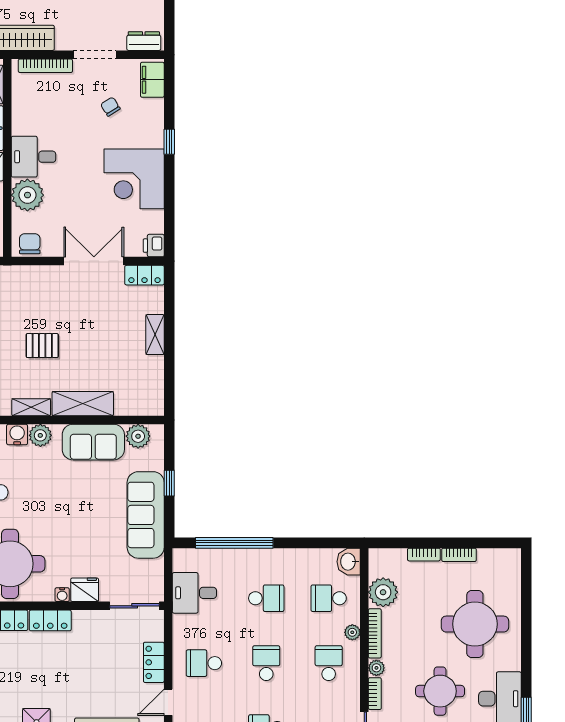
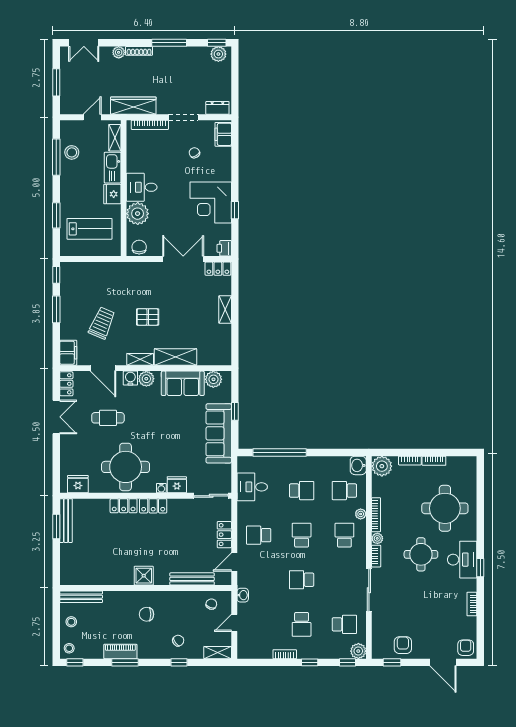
window: (169, 142) -> (235, 210), moved
plant: (383, 592) -> (382, 466), moved

